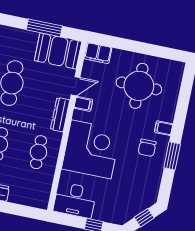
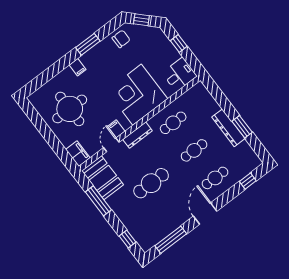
door: (75, 86) -> (111, 145), hinge flipped
chair: (147, 148) -> (121, 39), moved
desk: (75, 200) -> (179, 74), width x0.73

